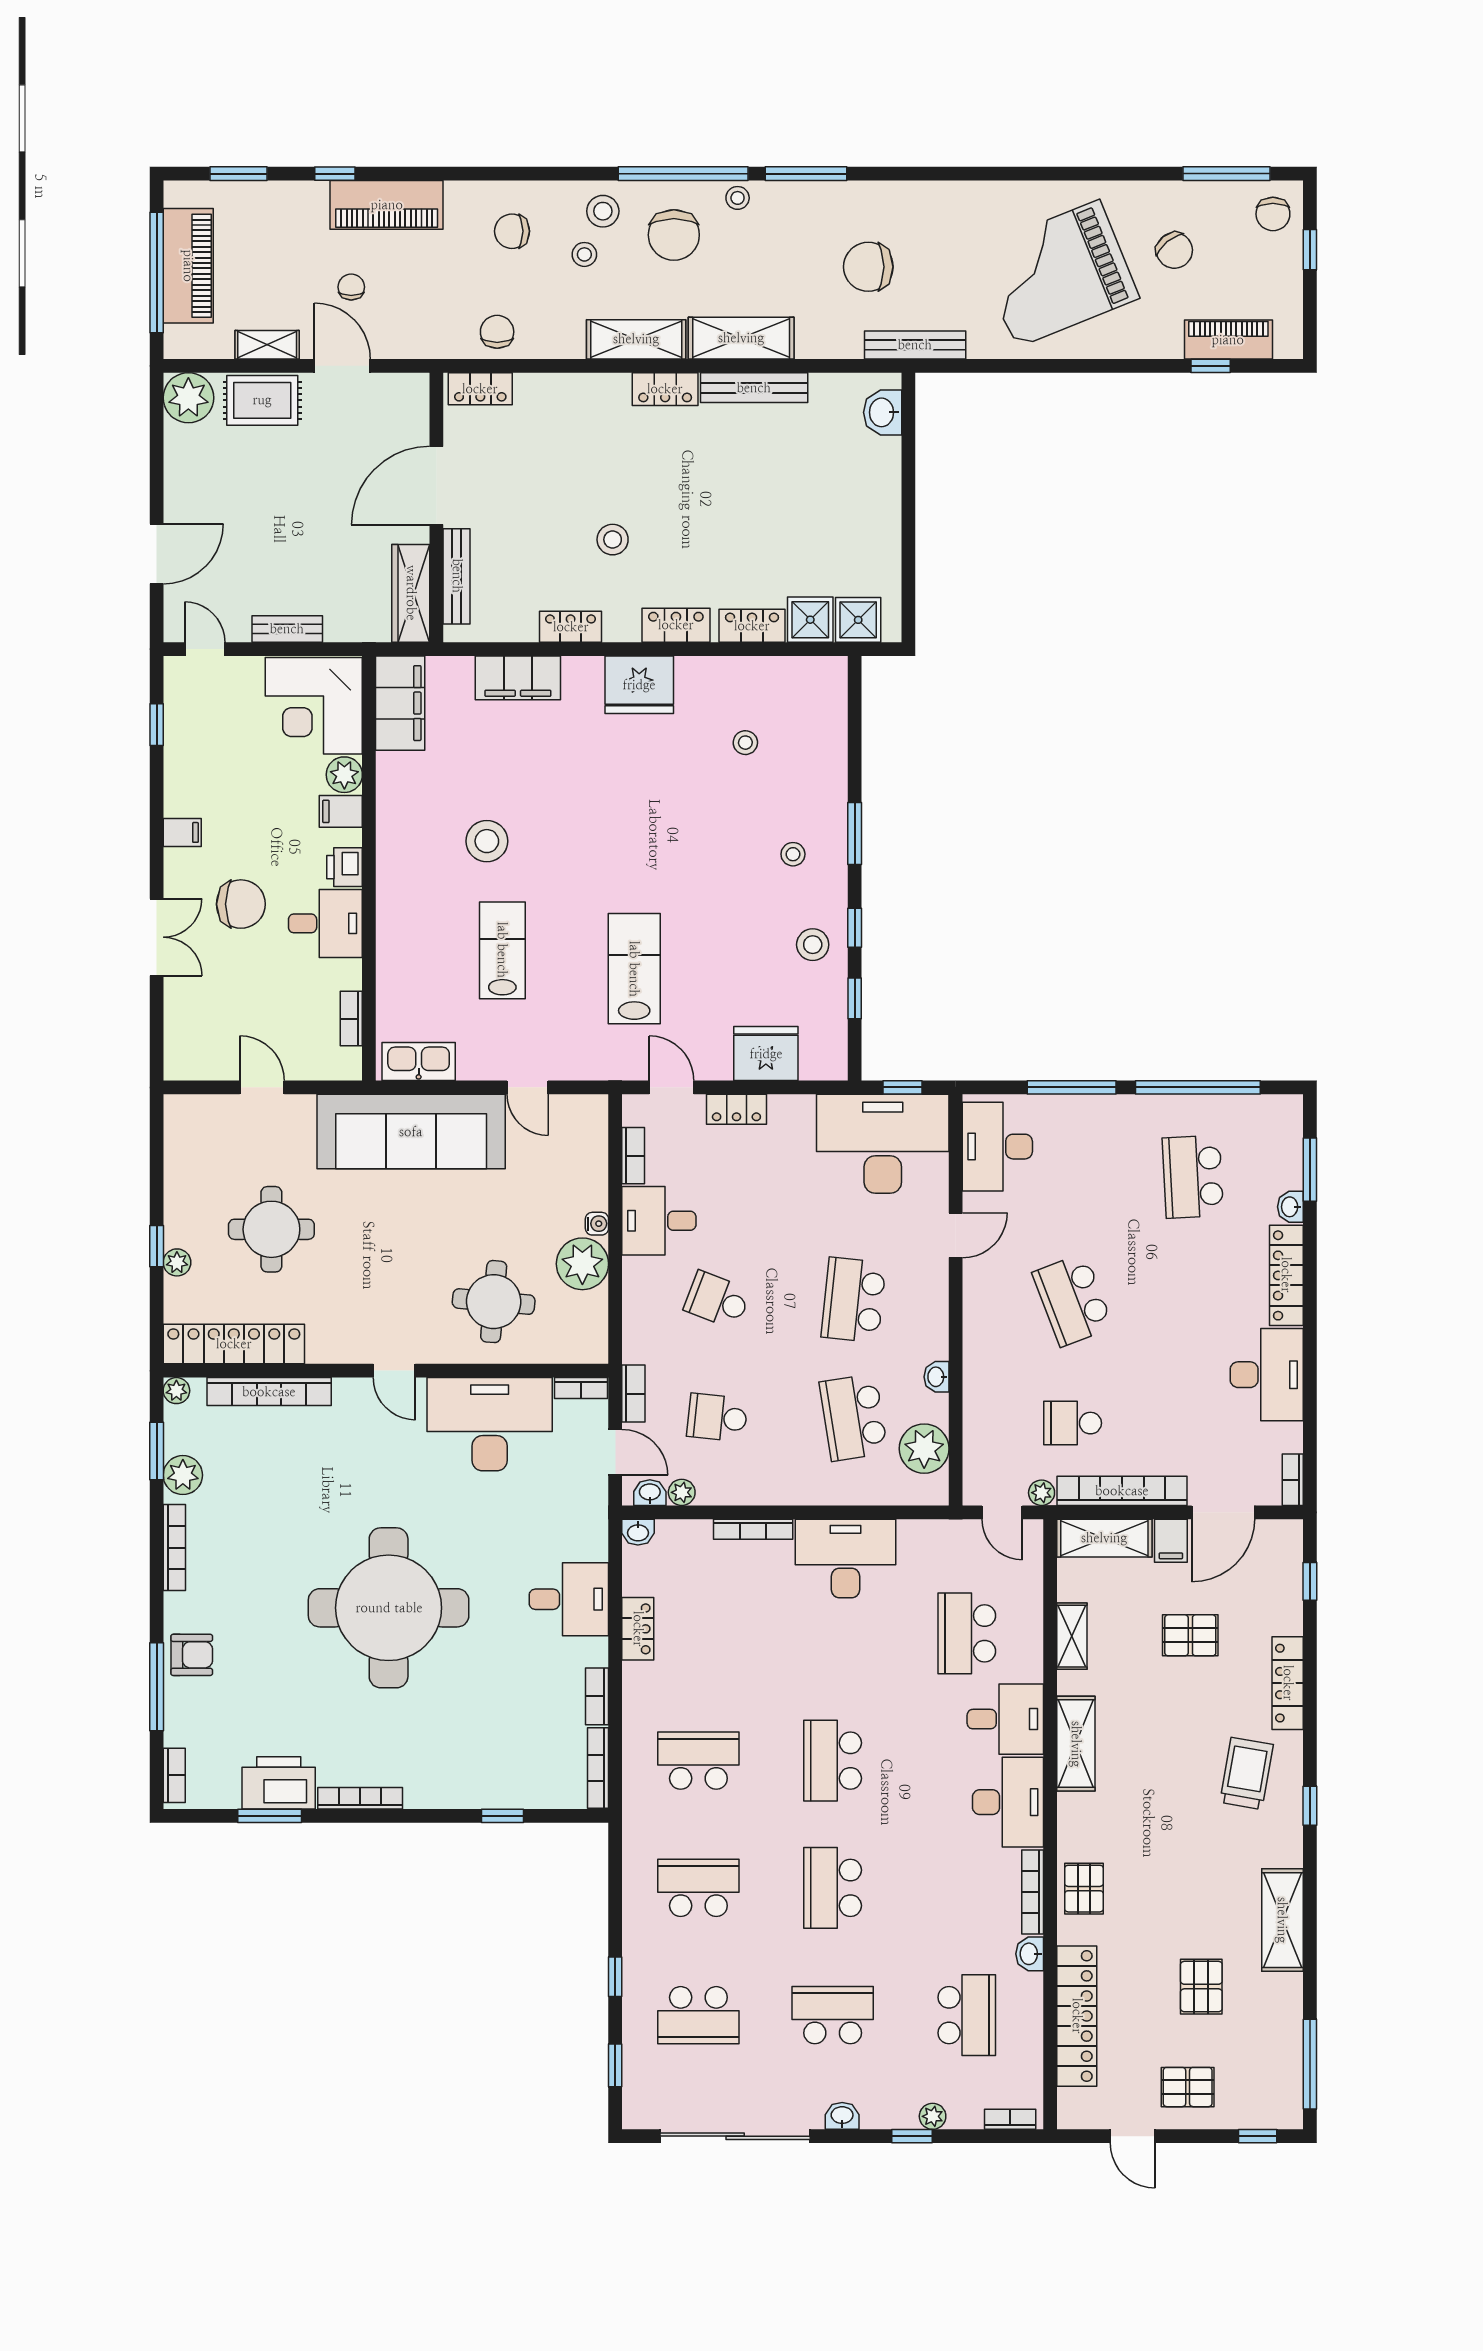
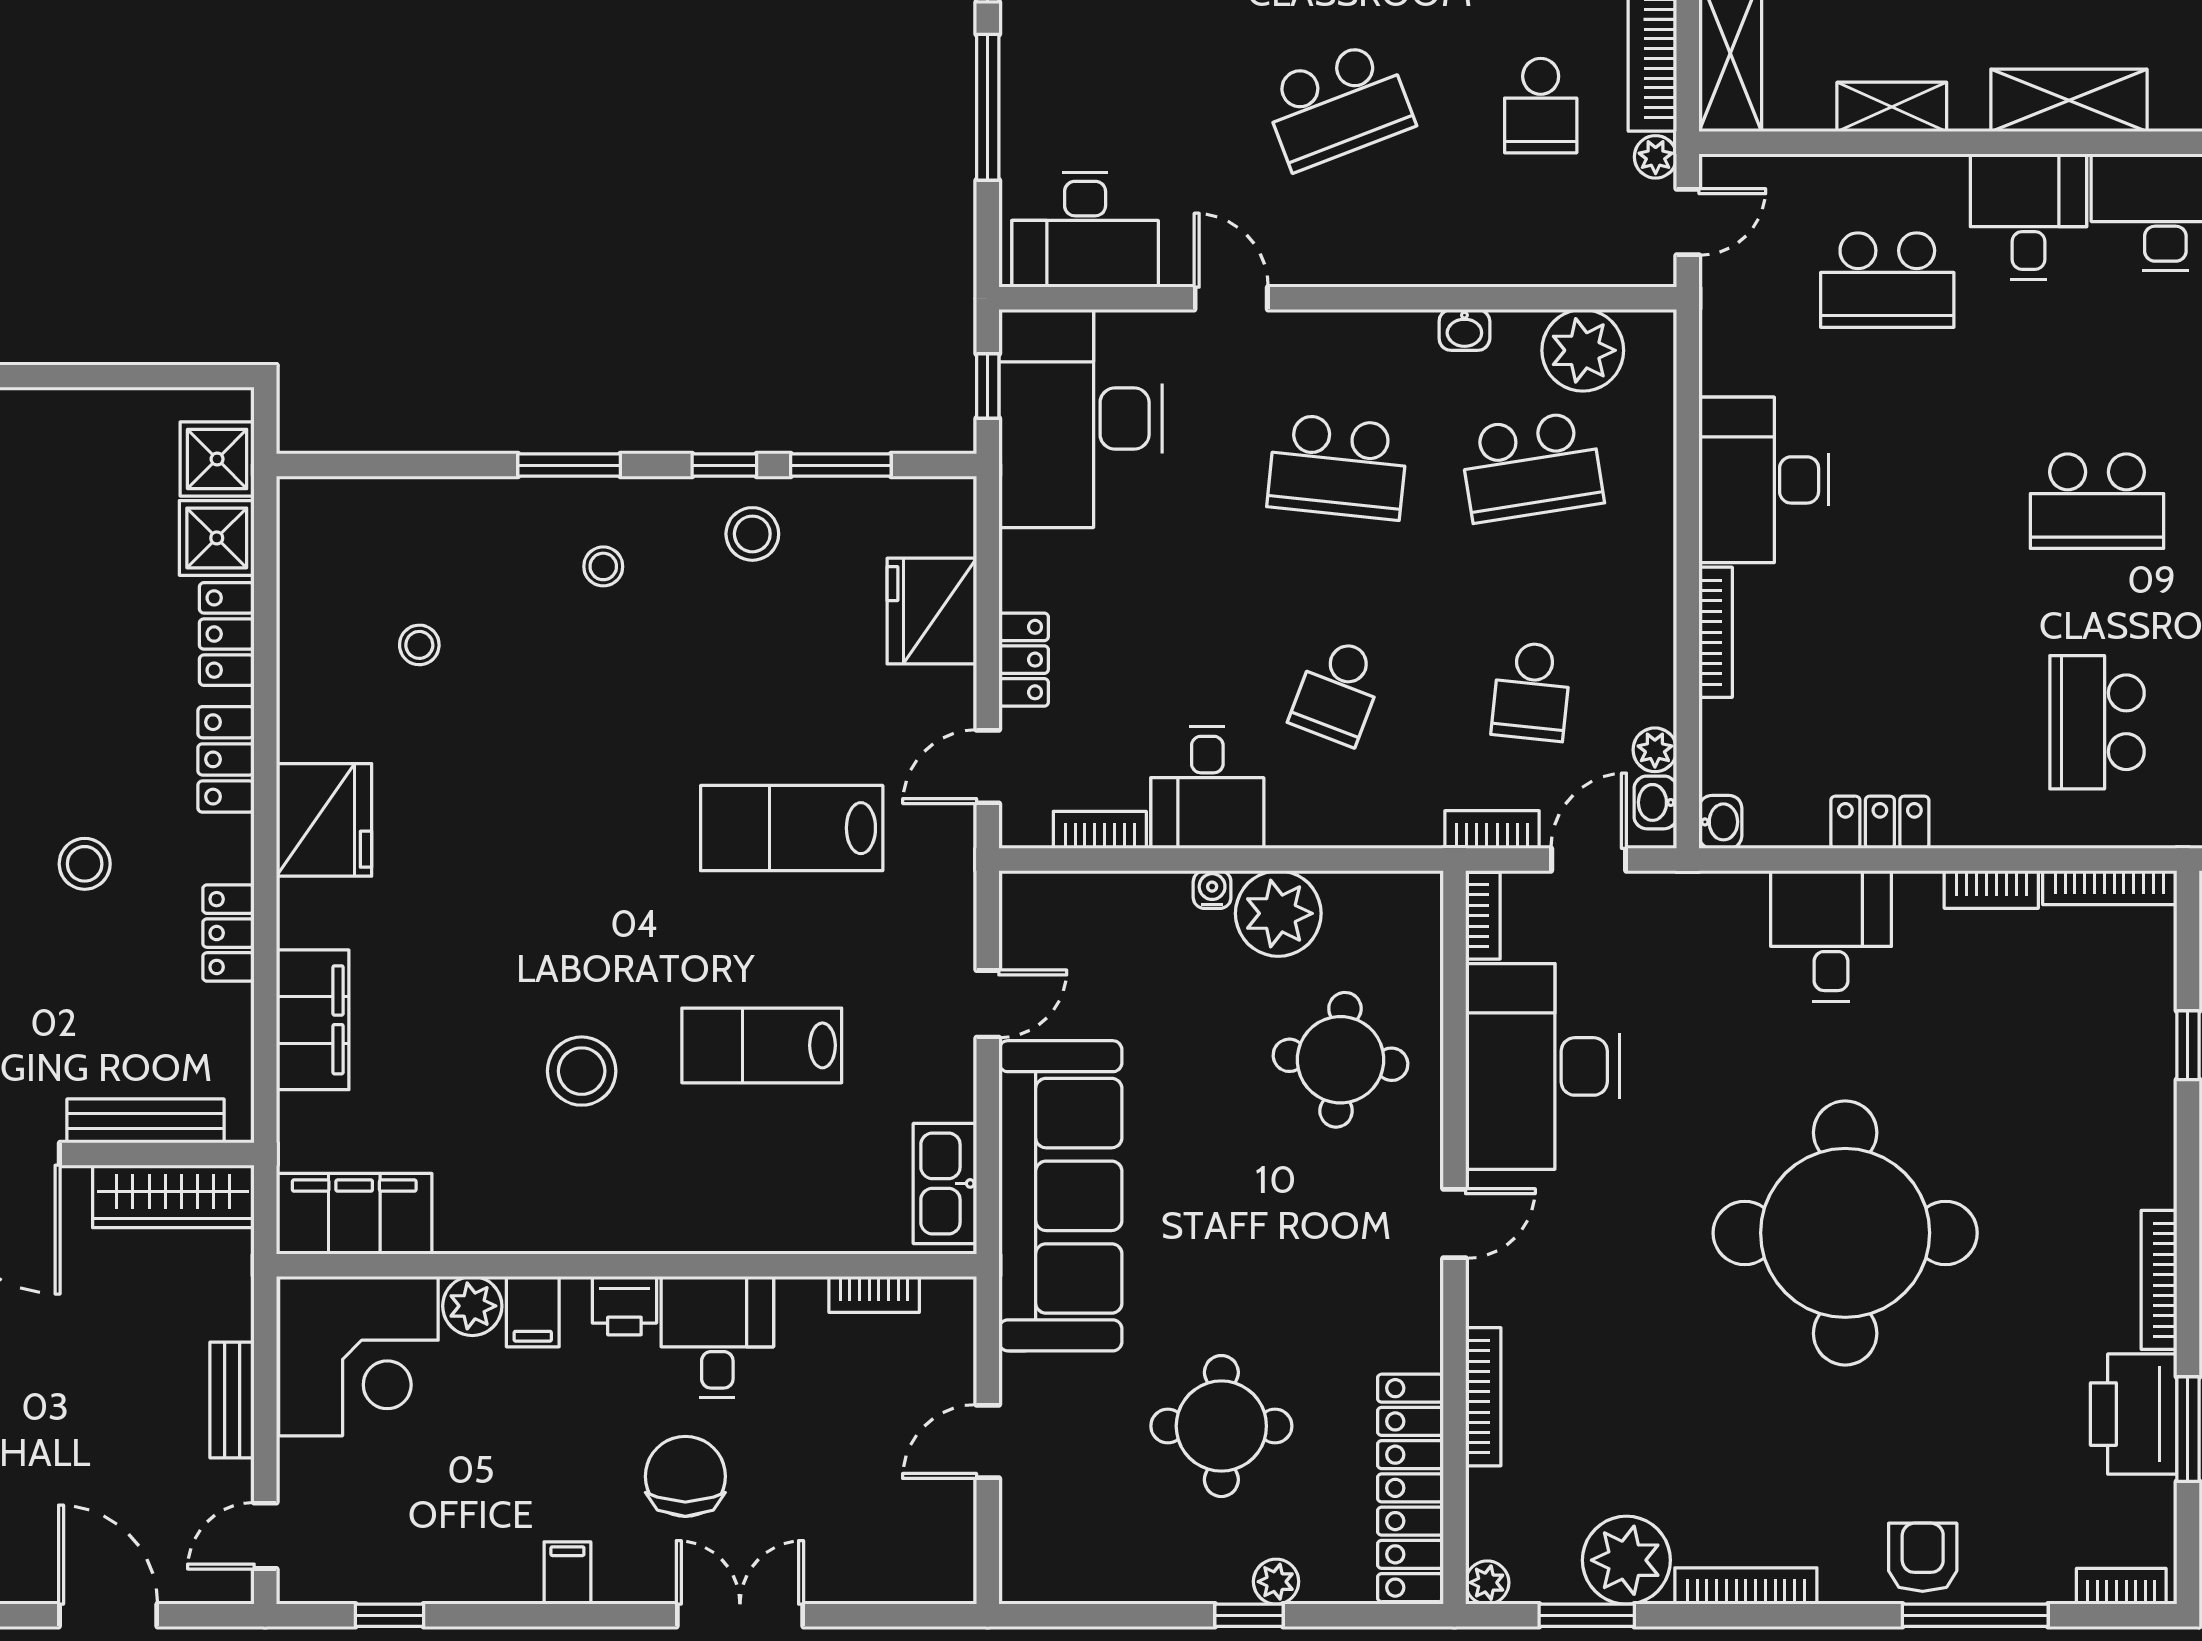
window: (855, 998) -> (841, 465), width x1.50
bookcase: (269, 1392) -> (1483, 1397), width x0.68, depth x0.76
plant: (183, 1475) -> (1626, 1560), width x1.36, depth x1.36

